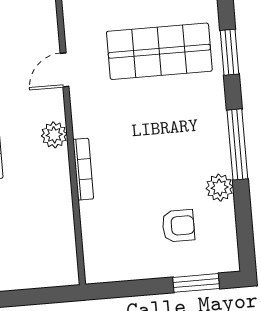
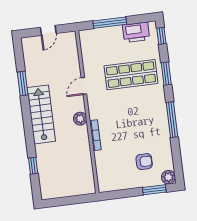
plant: (220, 188) -> (168, 177), moved

